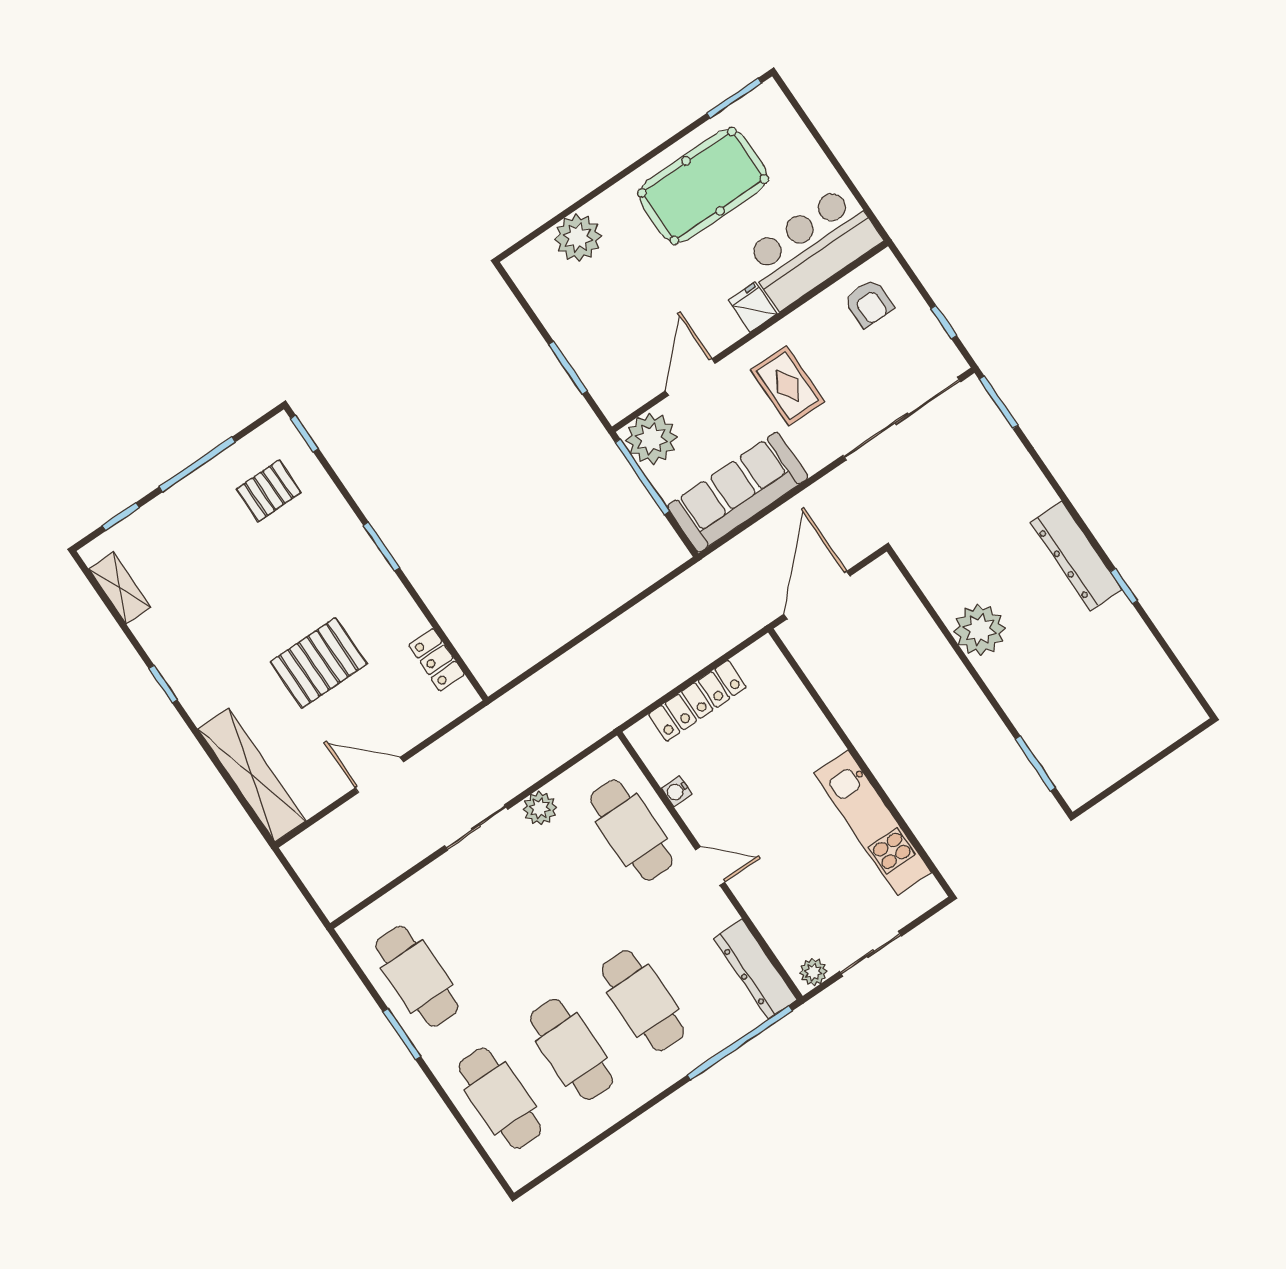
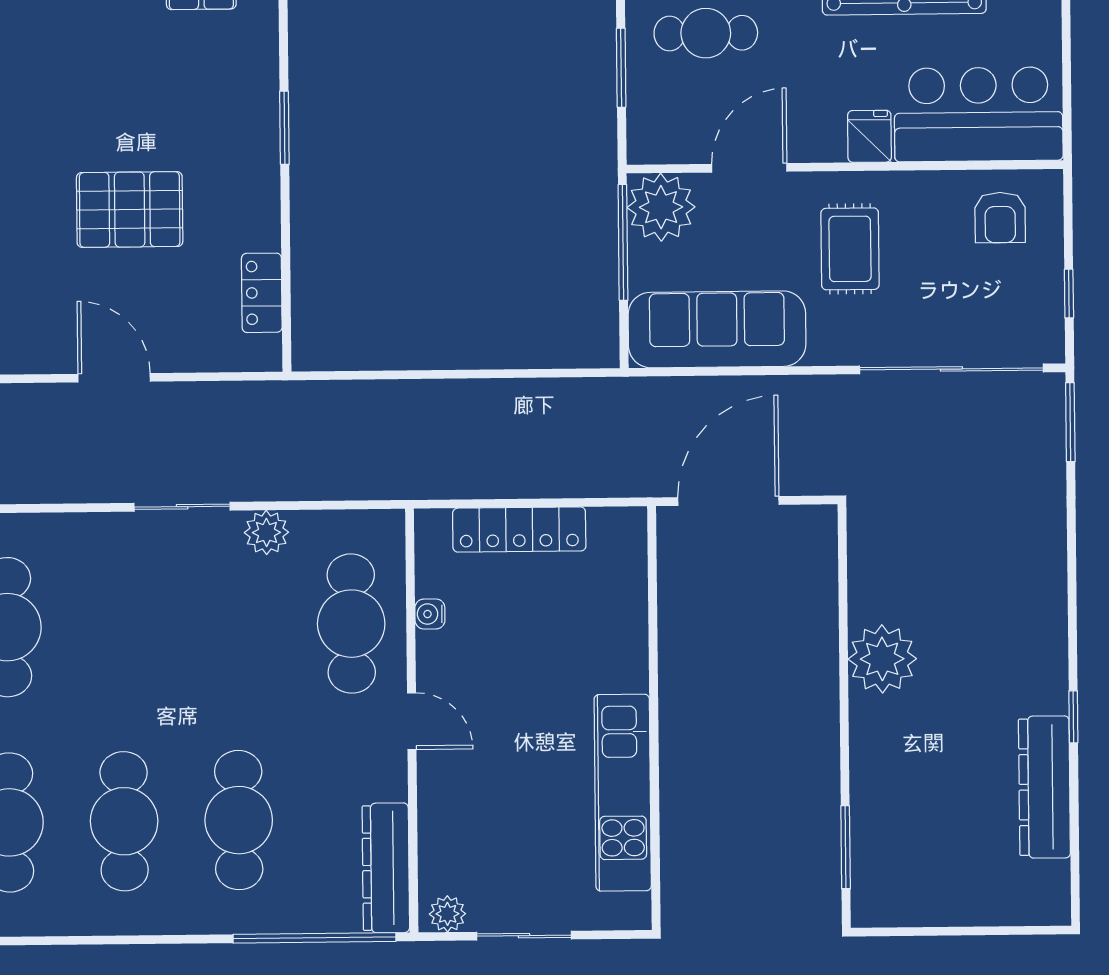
cafe table: (607, 311) -> (706, 33), added
dresser: (1076, 556) -> (1044, 787), moved

